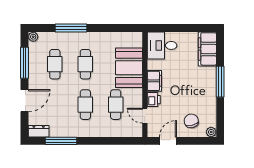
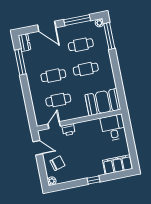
window: (71, 28) -> (109, 36), moved
booth: (129, 68) -> (103, 102), moved
filing cabinet: (154, 81) -> (84, 127), removed
window: (220, 82) -> (94, 180), width x0.46

